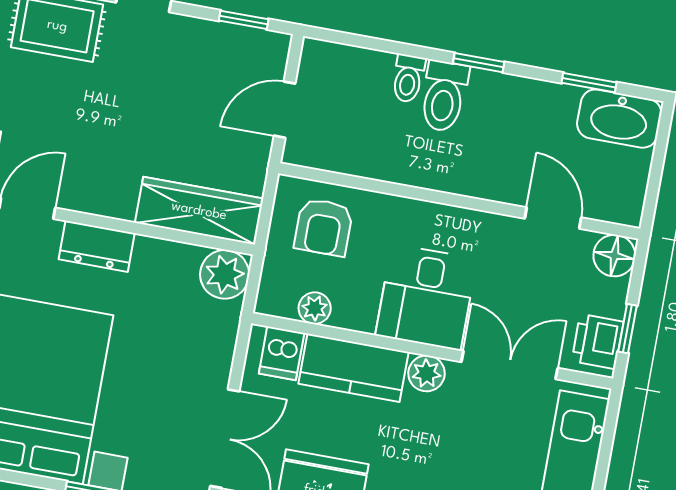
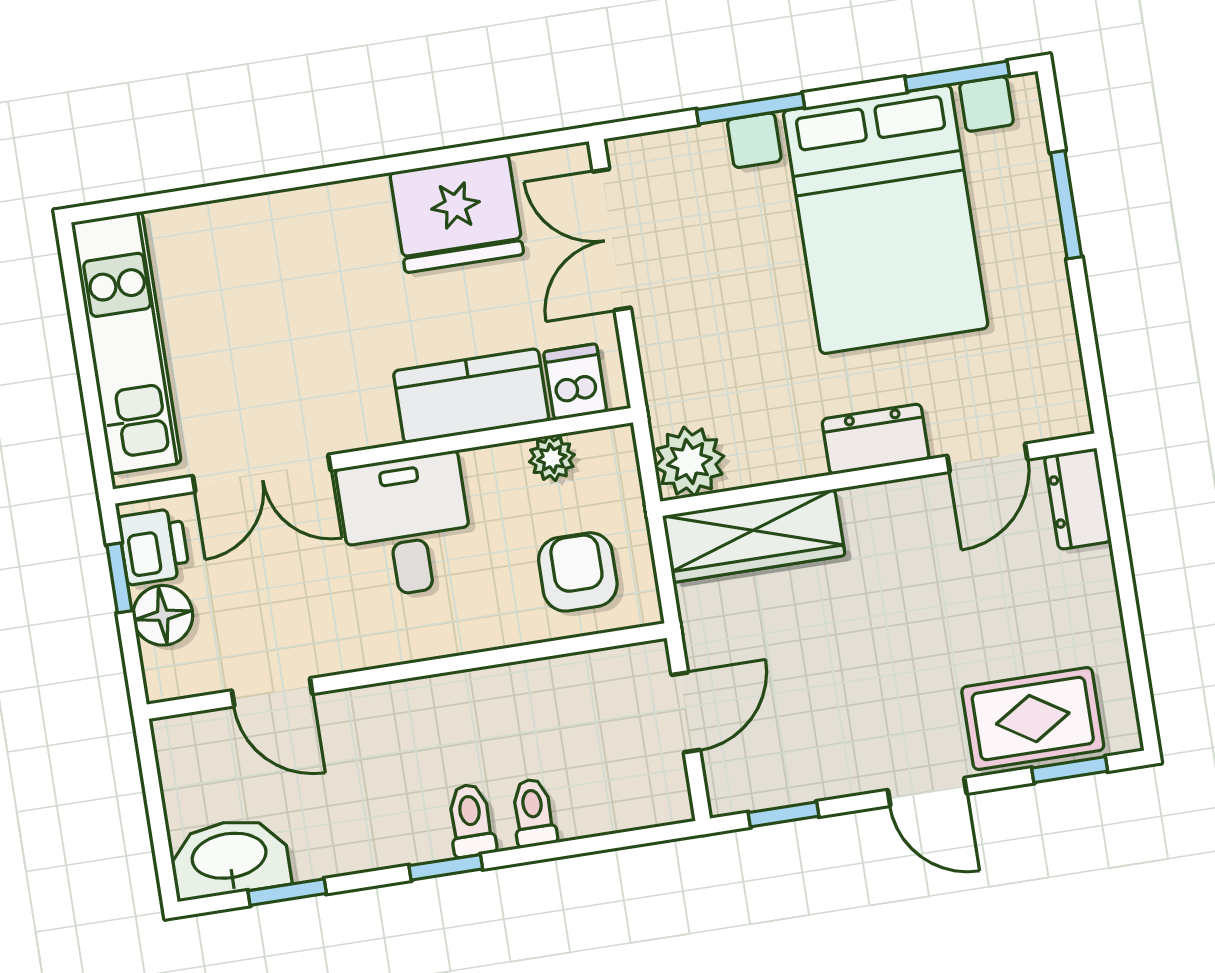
toilet: (444, 96) -> (471, 820), width x0.73, depth x0.72
floor lamp: (614, 256) -> (163, 615), moved
plant: (427, 373) -> (370, 423), removed

